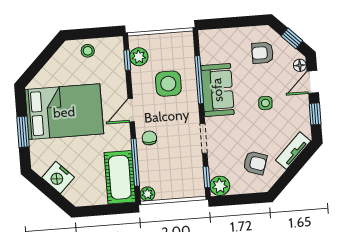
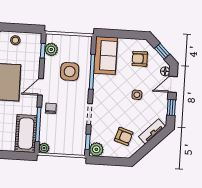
sofa: (217, 90) -> (106, 55), moved

